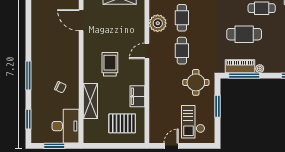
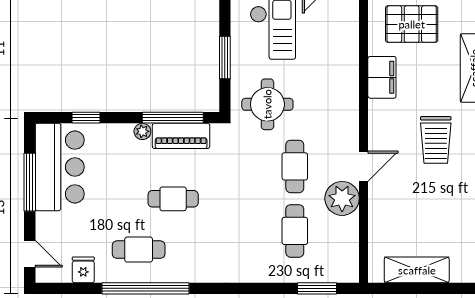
plant: (158, 23) -> (342, 198), moved
cafe table: (244, 34) -> (173, 199), width x0.73, depth x0.74

